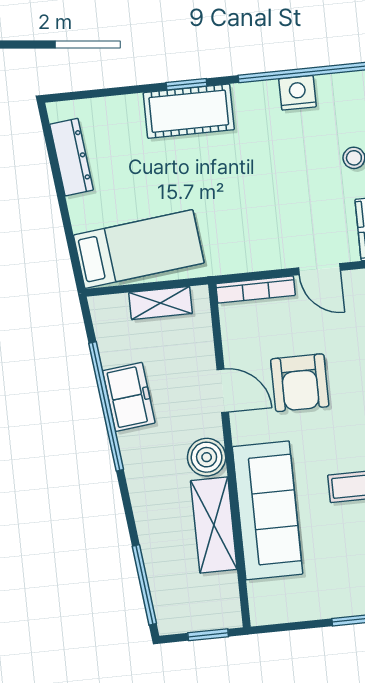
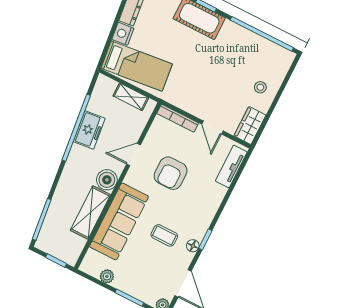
nightstand: (297, 93) -> (123, 34), moved, turned -96
door: (223, 391) -> (133, 155), swing flipped
plant: (304, 608) -> (107, 276), added

